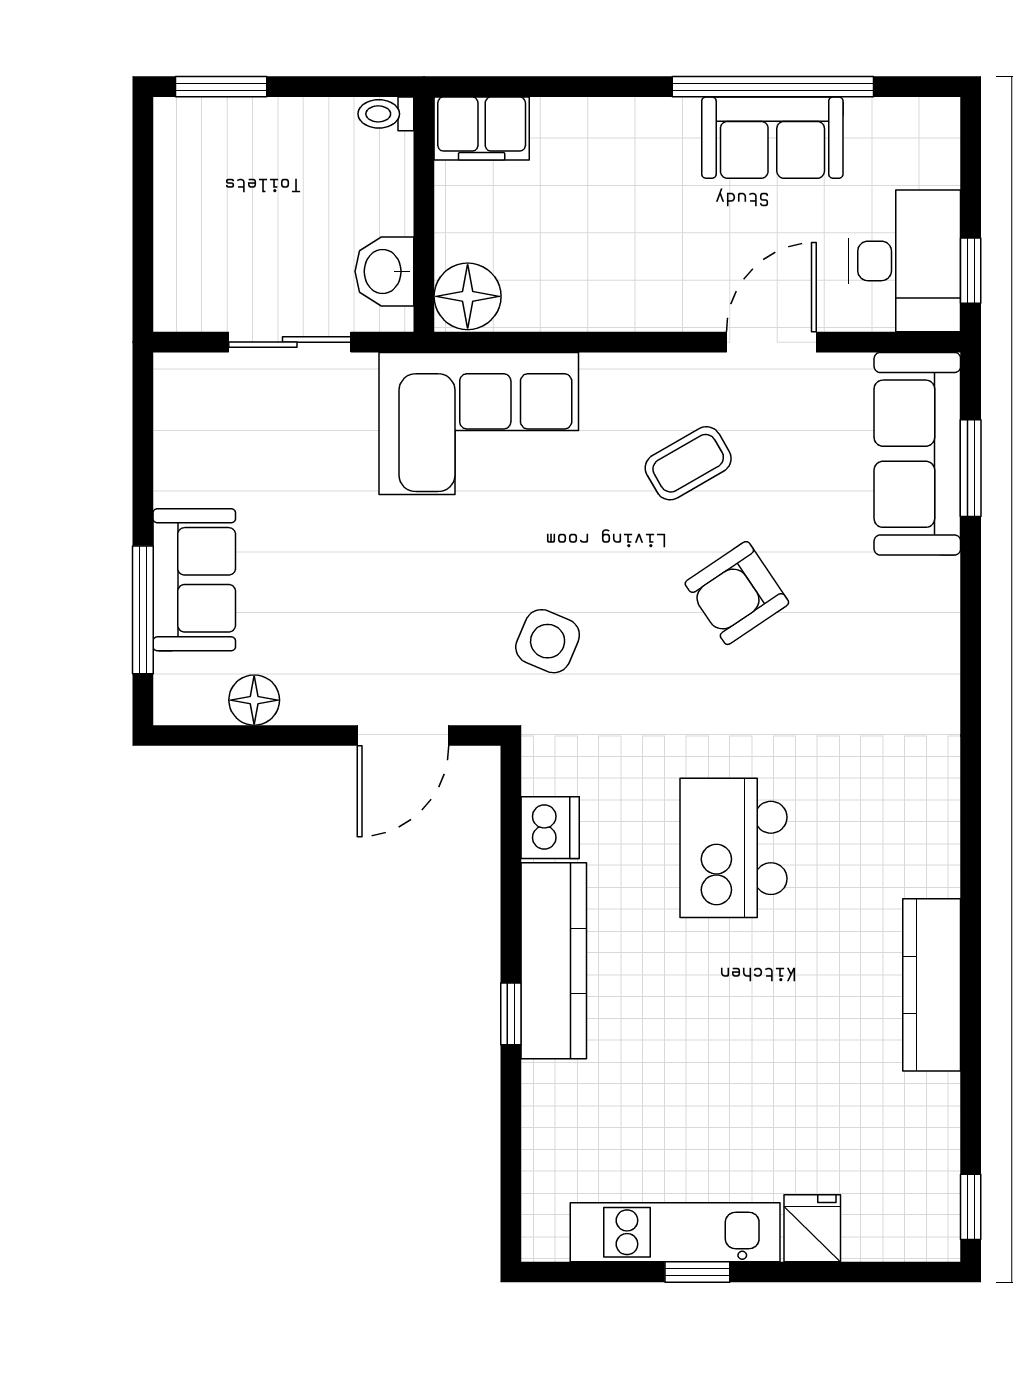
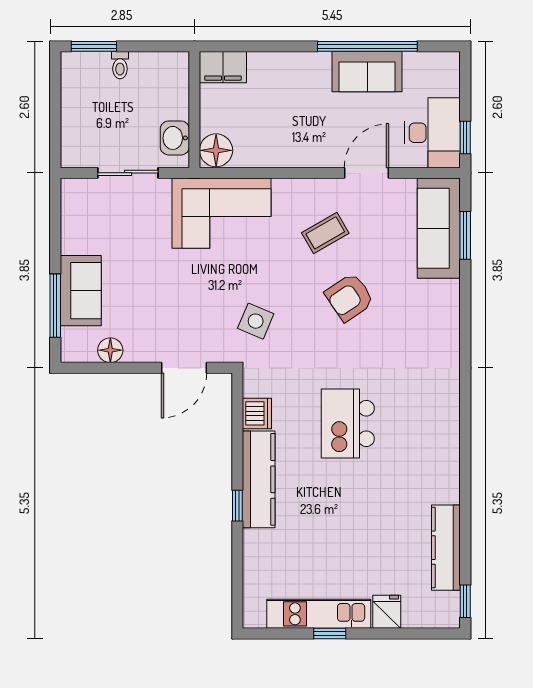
toilet: (386, 114) -> (120, 65), moved, turned -90
kitchen counter: (932, 985) -> (446, 548), moved

